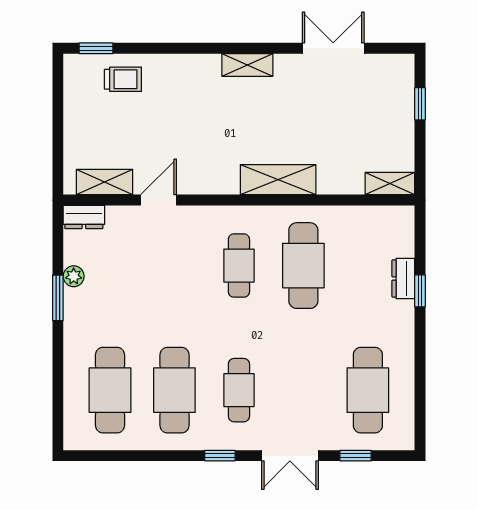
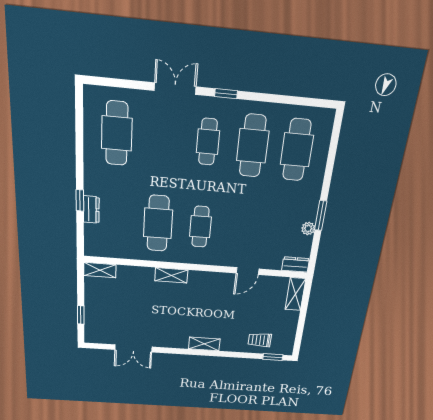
shelving: (247, 65) -> (204, 344), moved
shelving: (278, 180) -> (171, 275), width x0.67, depth x0.75
shelving: (105, 182) -> (295, 294), moved, turned 90
window: (356, 456) -> (127, 84), removed

